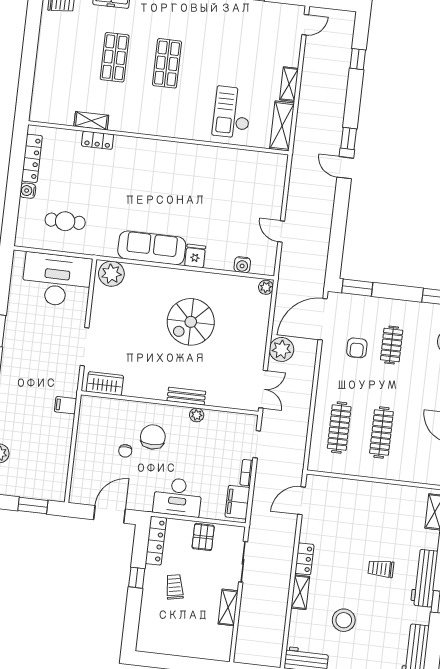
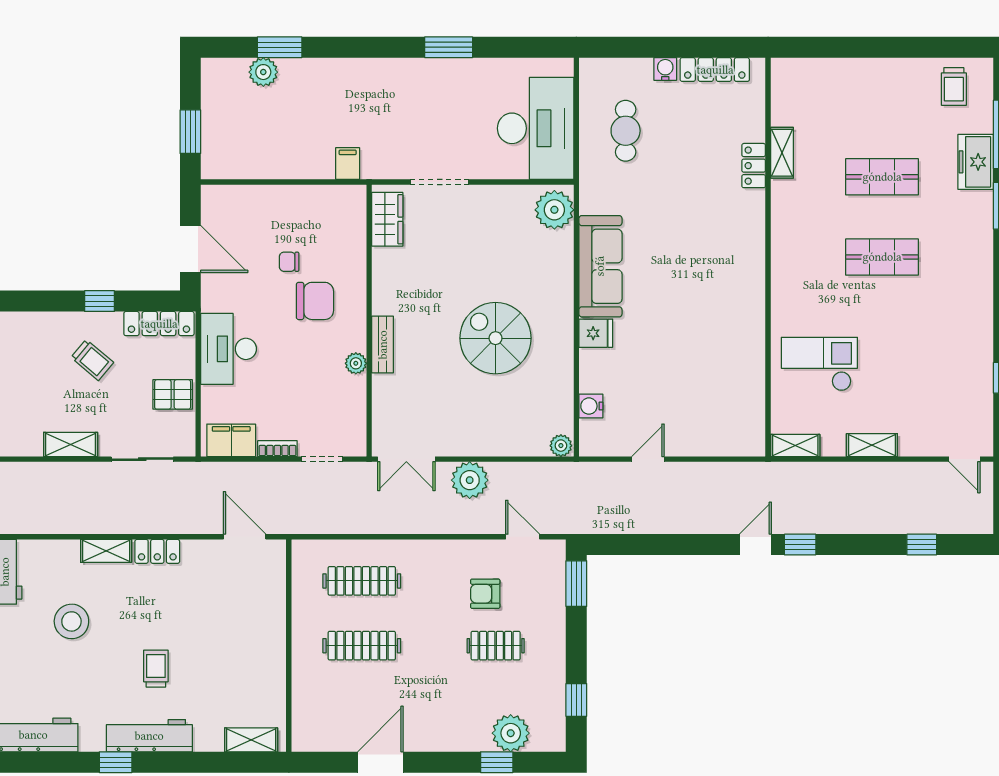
shelving: (282, 126) -> (795, 445), width x0.67, depth x0.75
door: (323, 319) -> (523, 537), width x0.53
trolley: (175, 587) -> (92, 360), turned 51

